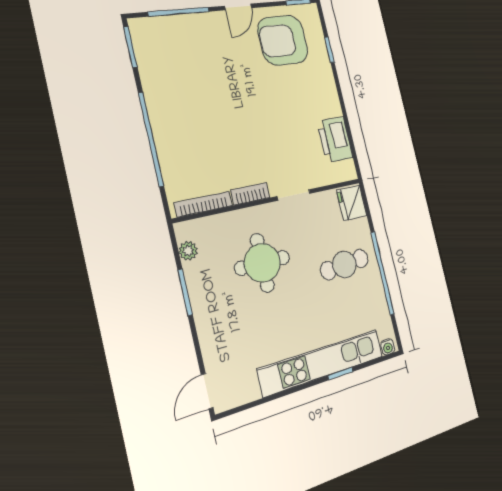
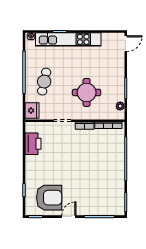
cafe table: (344, 264) -> (44, 82), turned -73

